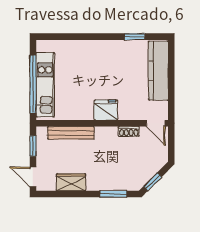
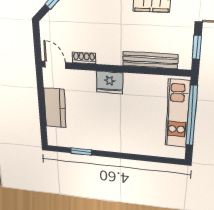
kitchen counter: (158, 71) -> (55, 108), width x0.67

